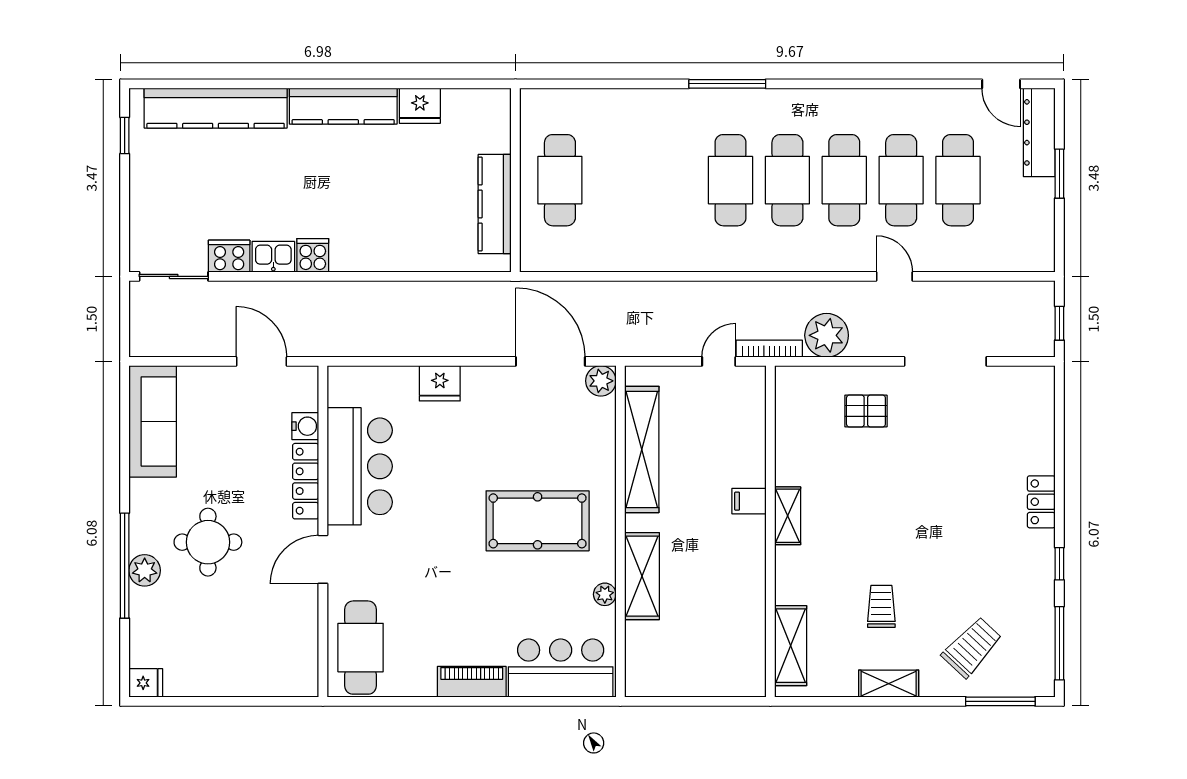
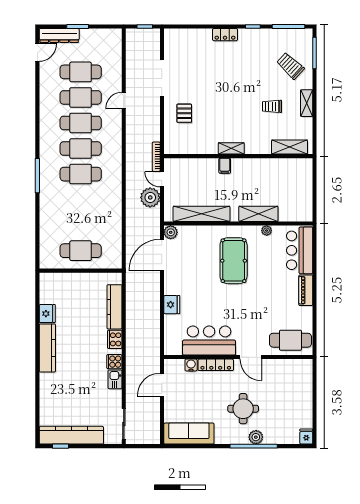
kitchen counter: (216, 108) -> (71, 435), moved, turned -90
kitchen counter: (495, 204) -> (114, 307), moved, turned 90
cooker: (229, 256) -> (115, 339), moved
plant: (827, 335) -> (150, 197), moved

